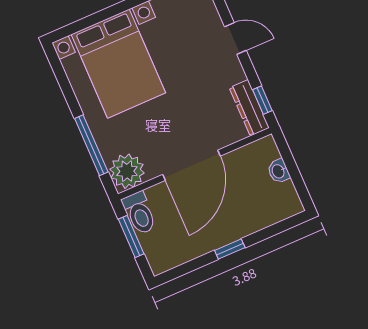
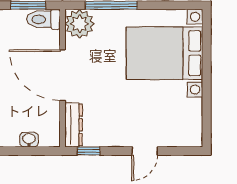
dresser: (249, 108) -> (74, 125), moved, turned 90

